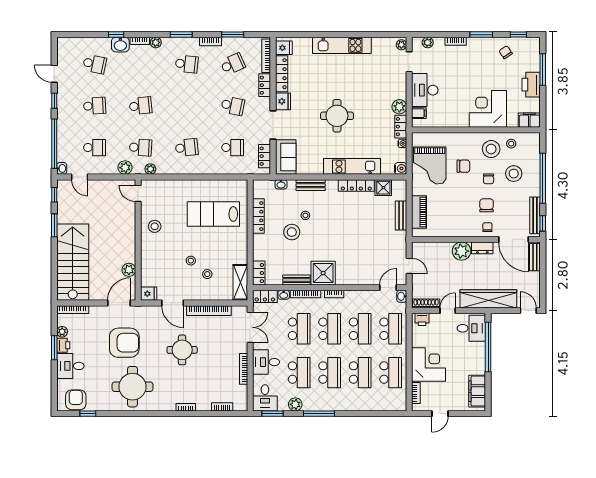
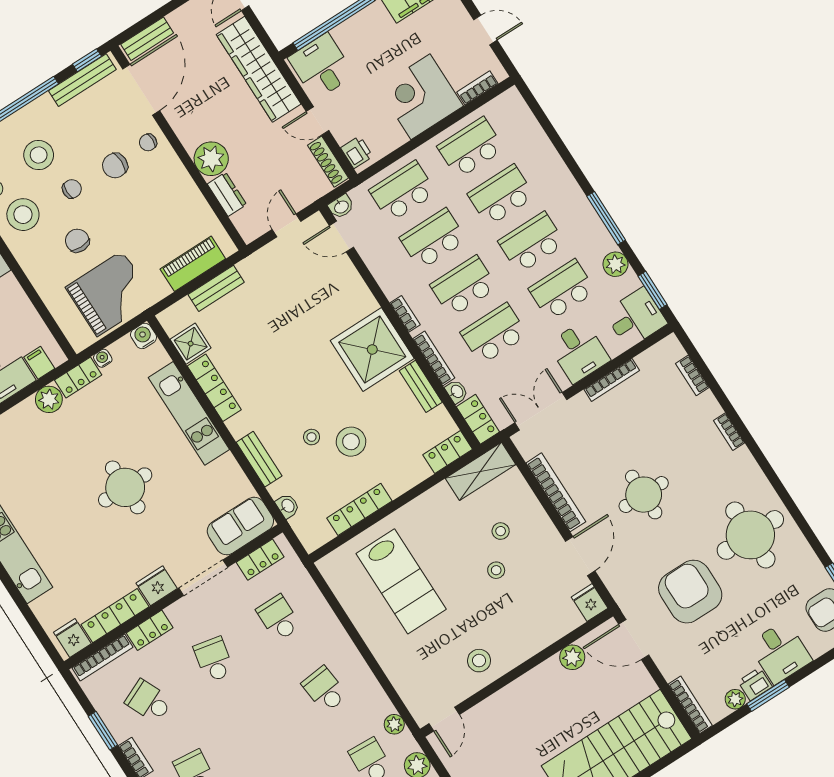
dresser: (482, 248) -> (227, 194), moved
shower: (323, 273) -> (372, 349), width x1.37, depth x1.37

